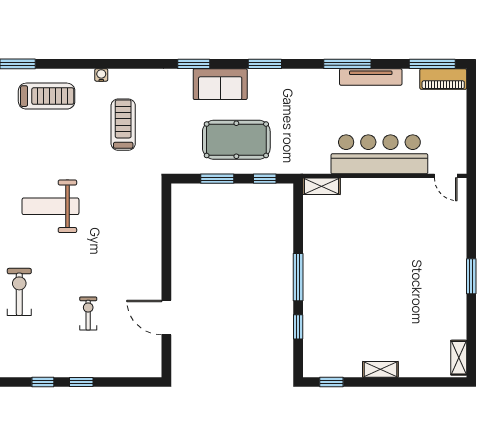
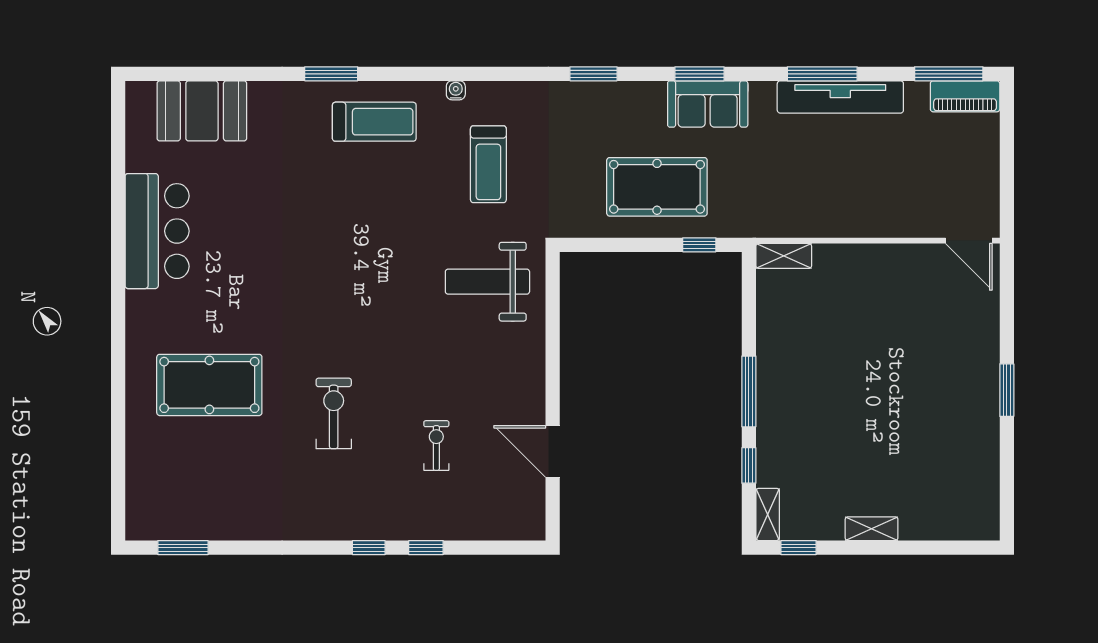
tv unit: (371, 77) -> (840, 97), width x1.36, depth x1.29
sofa: (220, 84) -> (708, 104), moved
treadmill: (123, 125) -> (488, 164), turned 180
bar counter: (379, 154) -> (870, 209), removed
door: (446, 176) -> (969, 241), width x1.38
window: (217, 179) -> (629, 245), removed
weight bench: (50, 206) -> (487, 282), moved
shelving: (459, 358) -> (768, 514), moved

